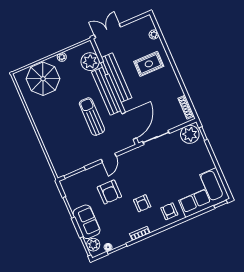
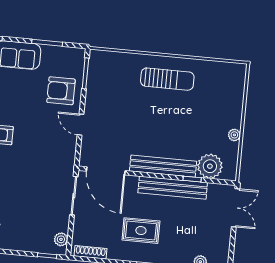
rug: (149, 64) -> (141, 231), moved, turned 90
parasol: (43, 79) -> (220, 98), removed
sun lounger: (92, 117) -> (167, 79), moved
plant: (190, 134) -> (61, 239), width x0.53, depth x0.53
armchair: (109, 192) -> (61, 91), moved

